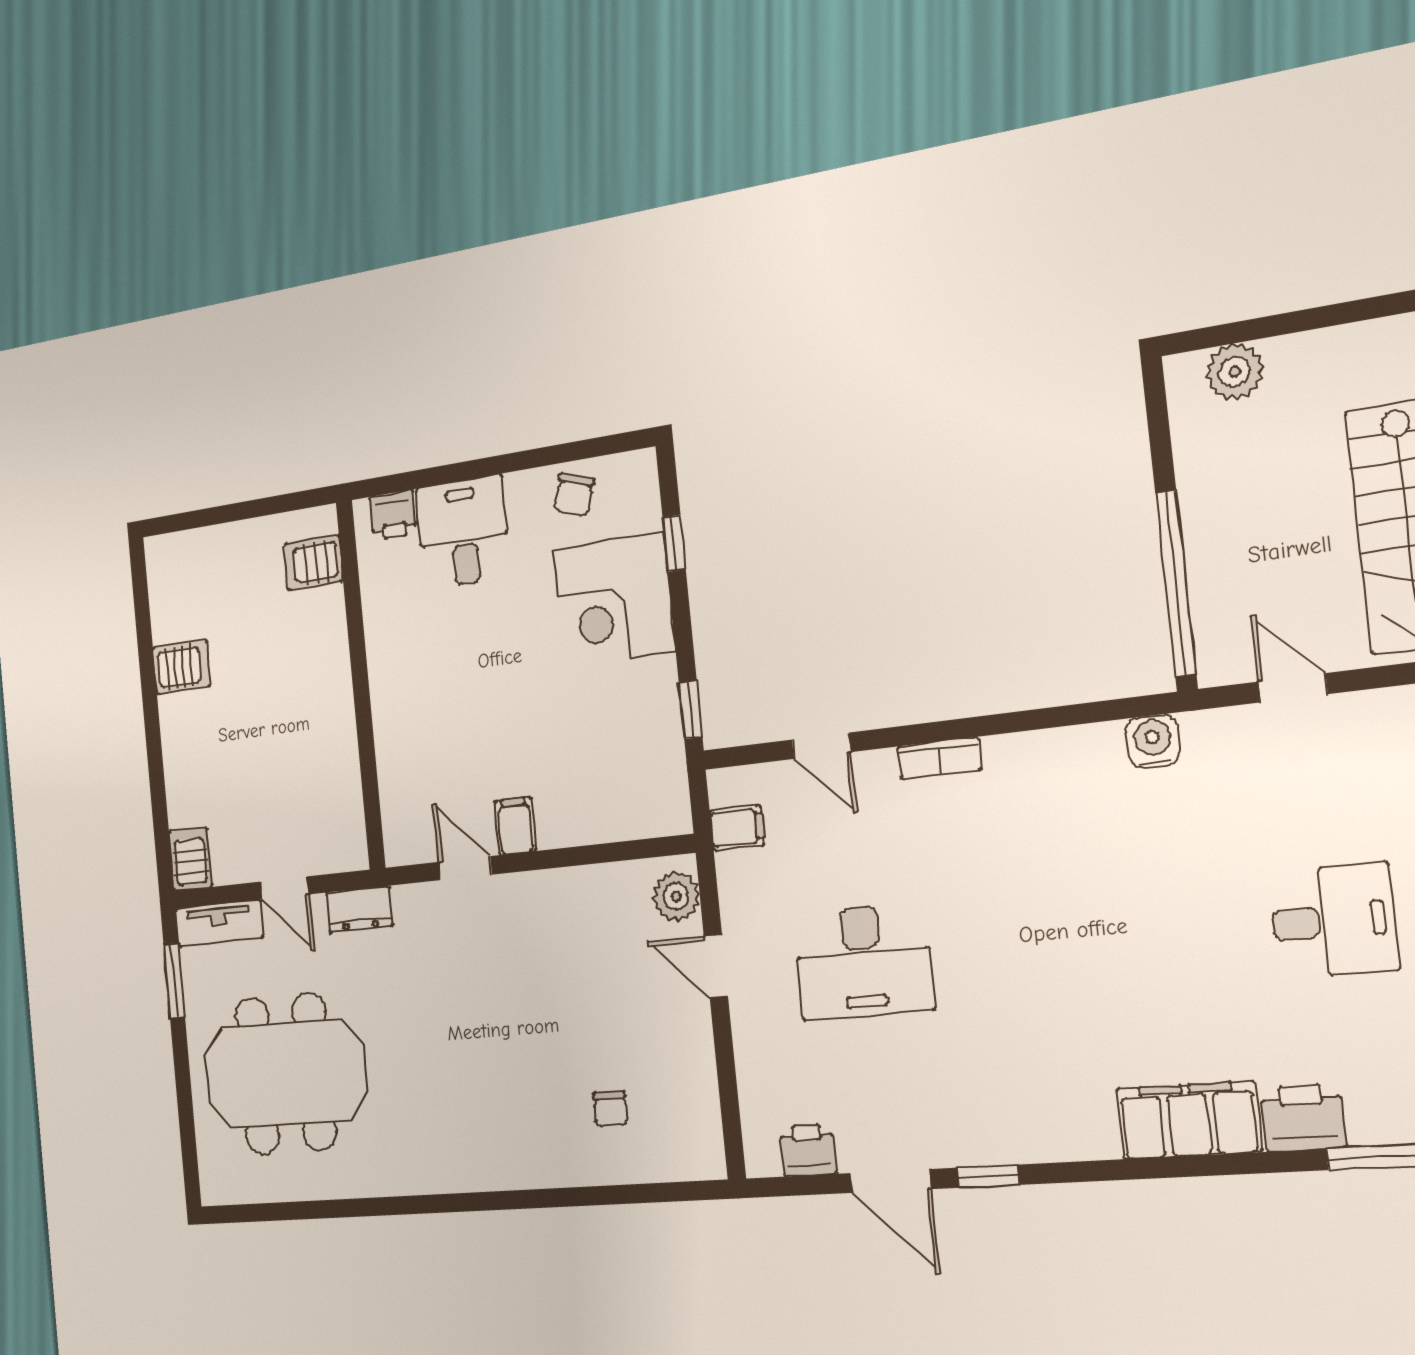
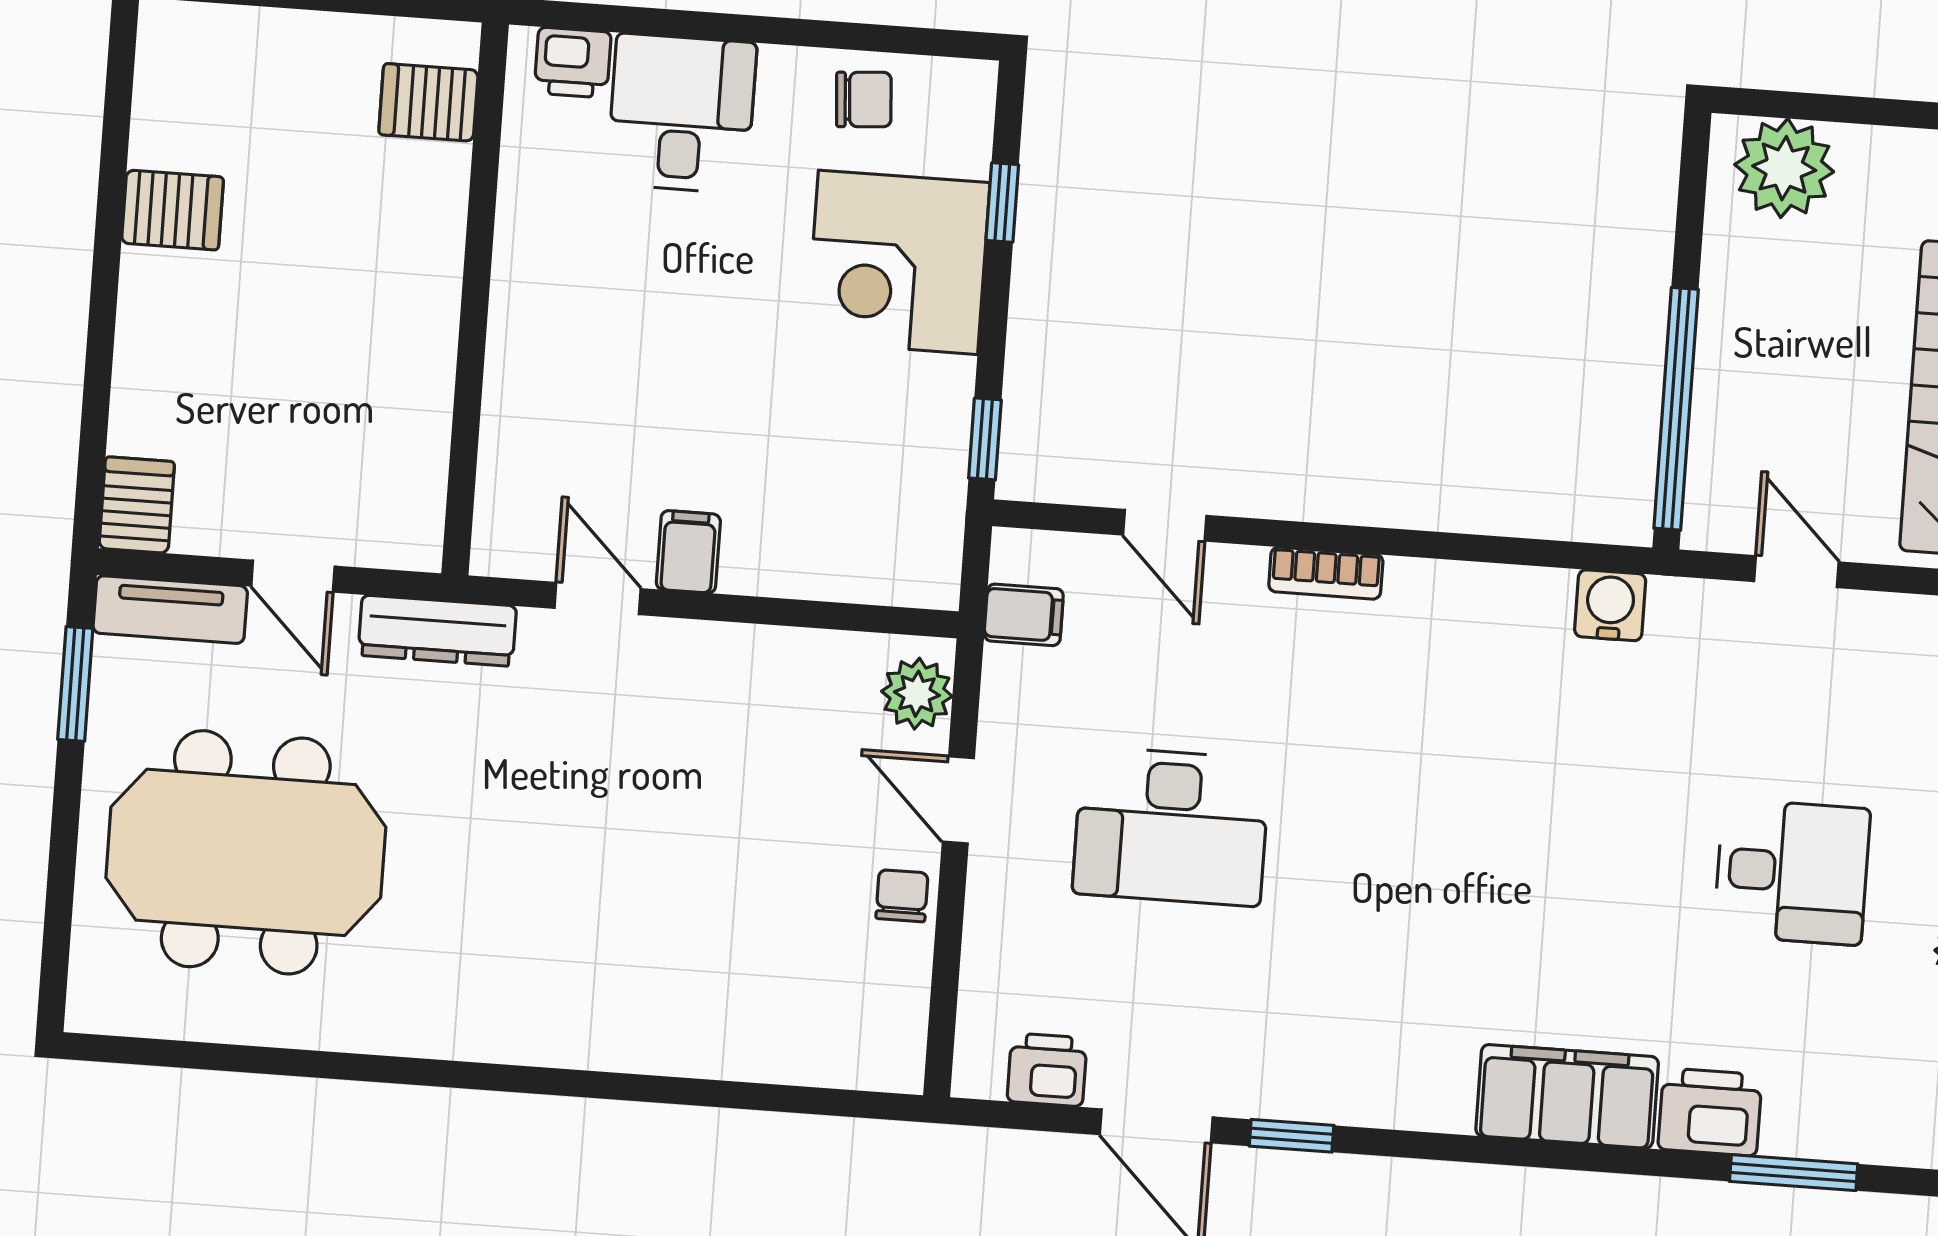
plant: (1235, 372) -> (1784, 168), width x1.36, depth x1.36
chair: (574, 495) -> (864, 99), turned -112
dresser: (359, 909) -> (437, 631), width x1.44
chair: (610, 1109) -> (902, 896), moved, turned 180

